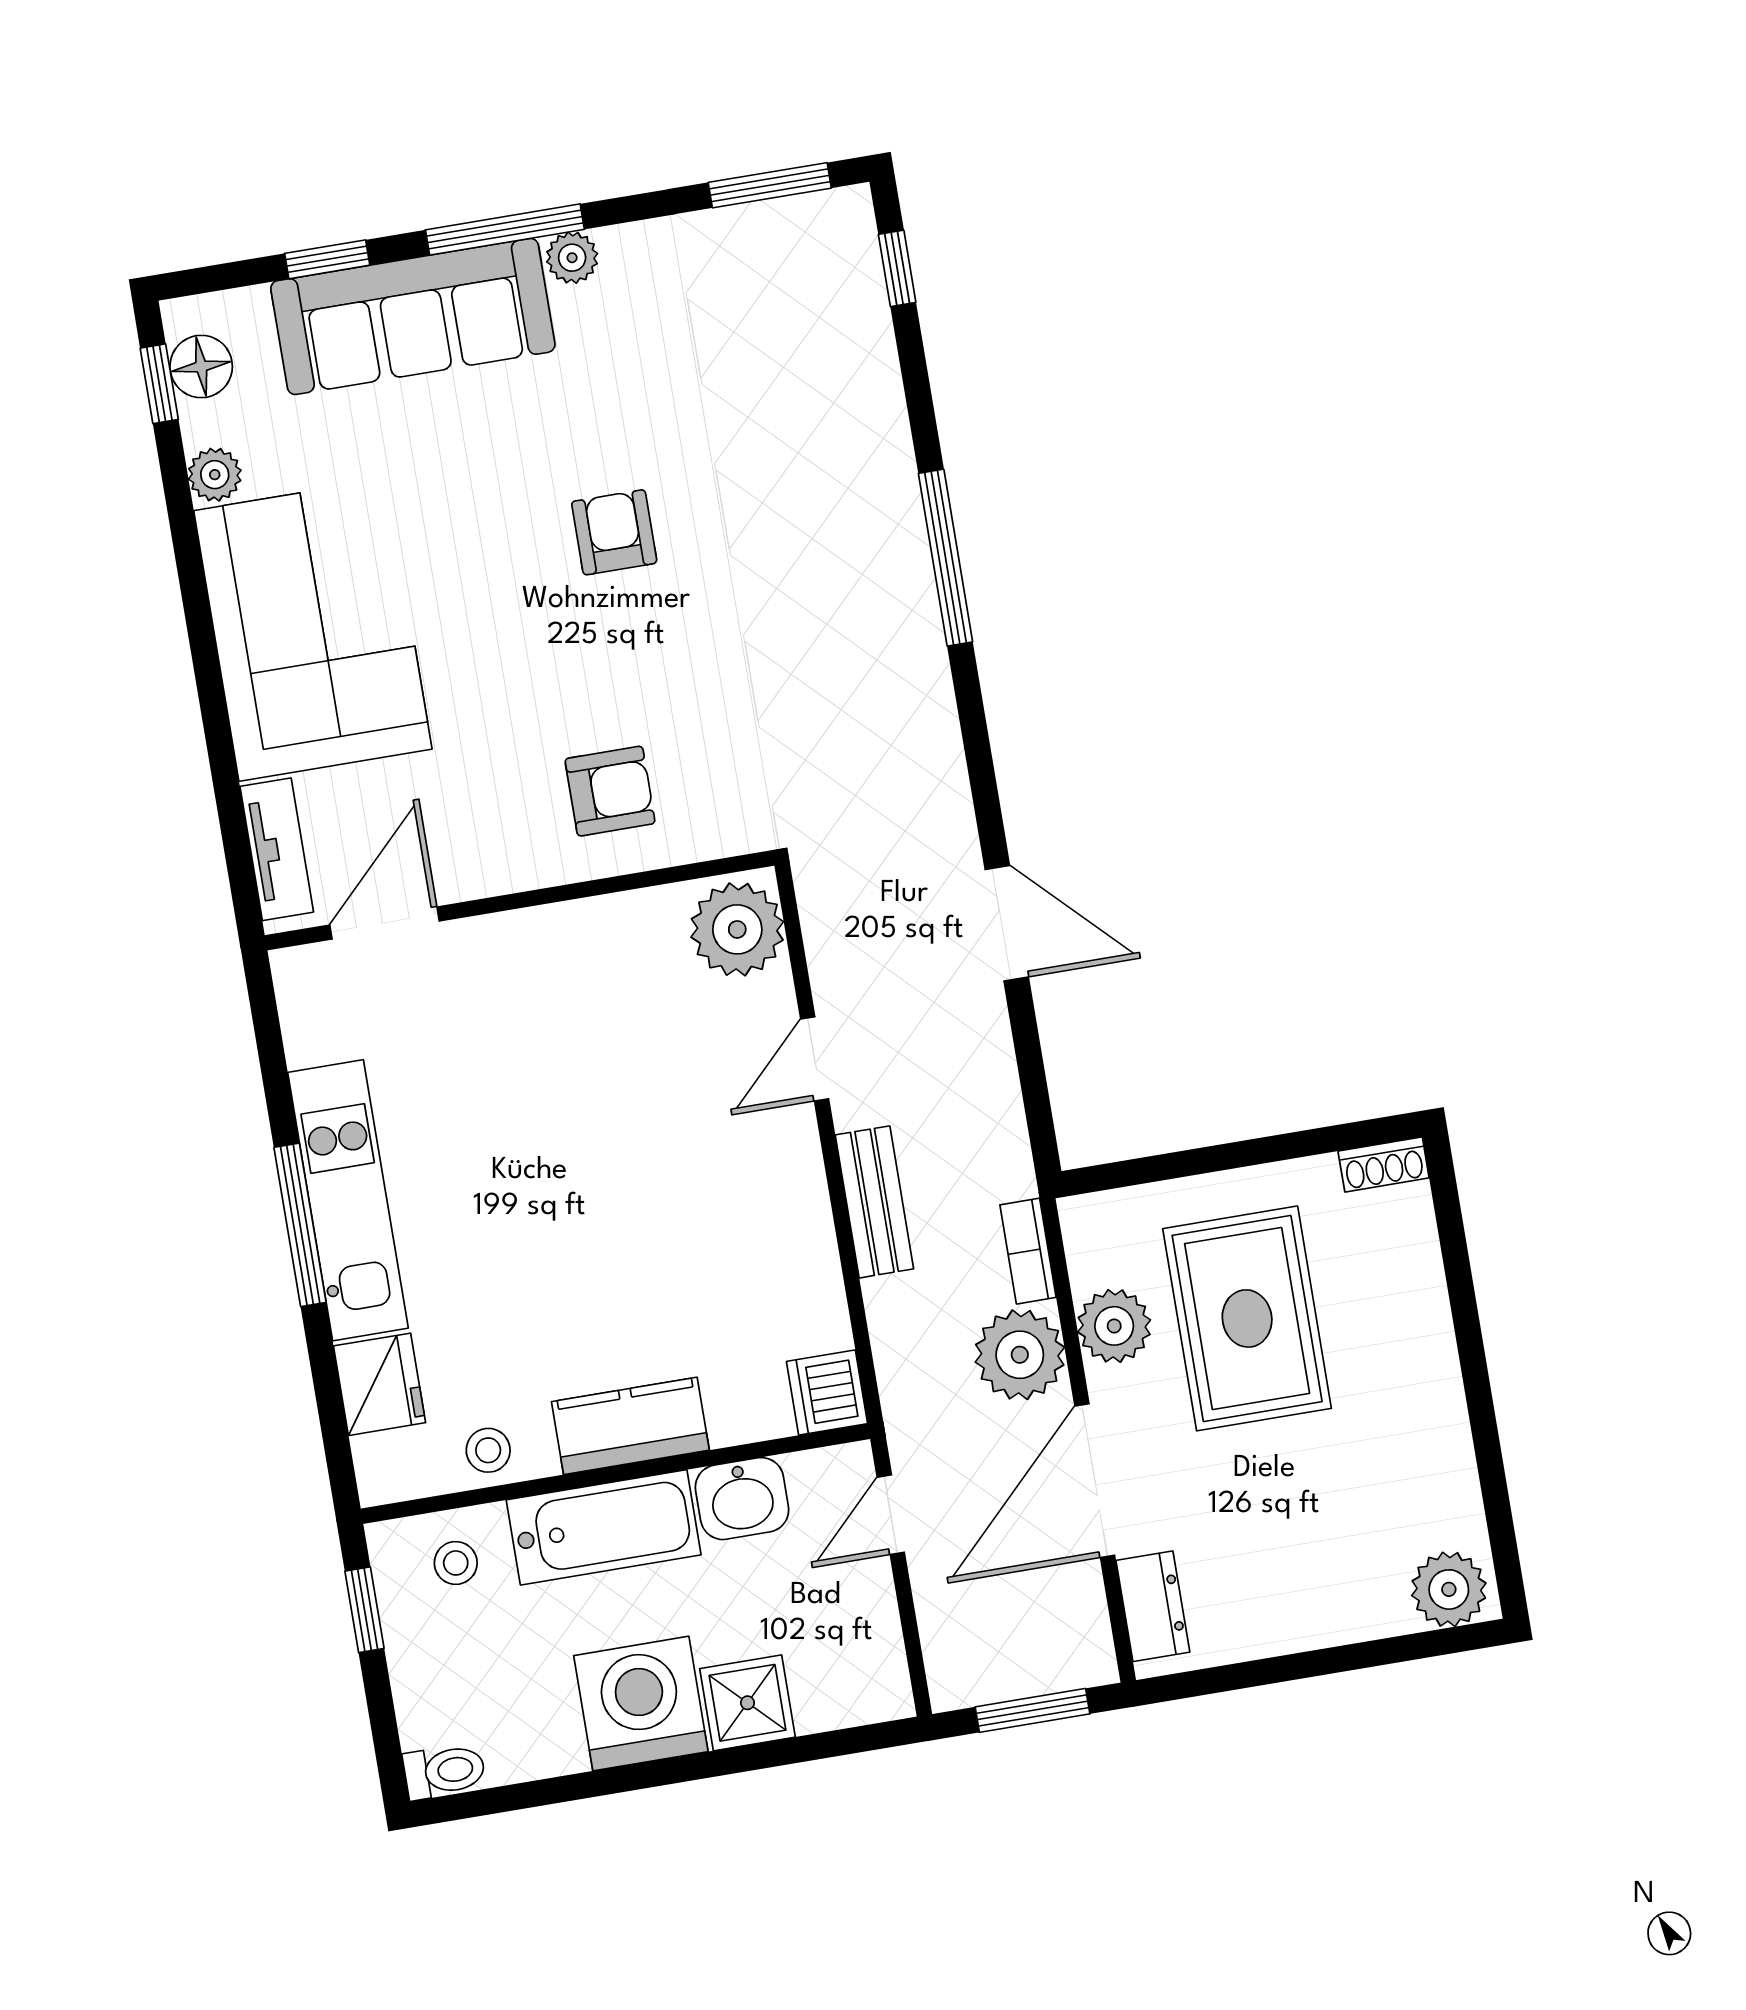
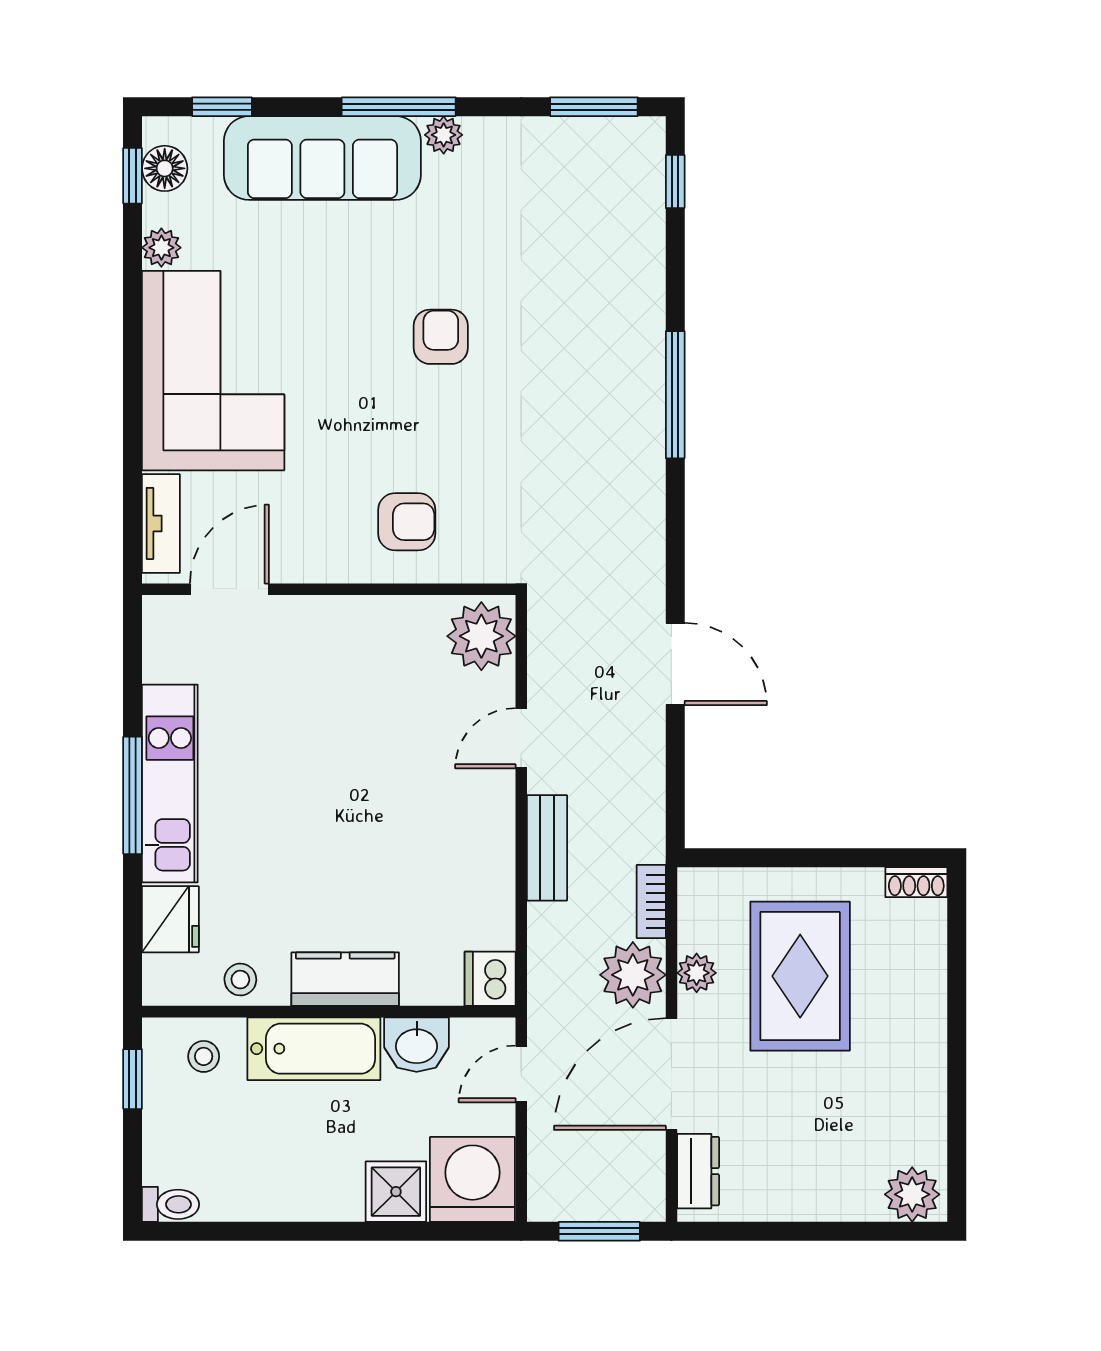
window: (327, 259) -> (222, 107), moved
plant: (1114, 1326) -> (697, 973), width x0.73, depth x0.73
washing machine: (641, 1704) -> (472, 1179), moved

